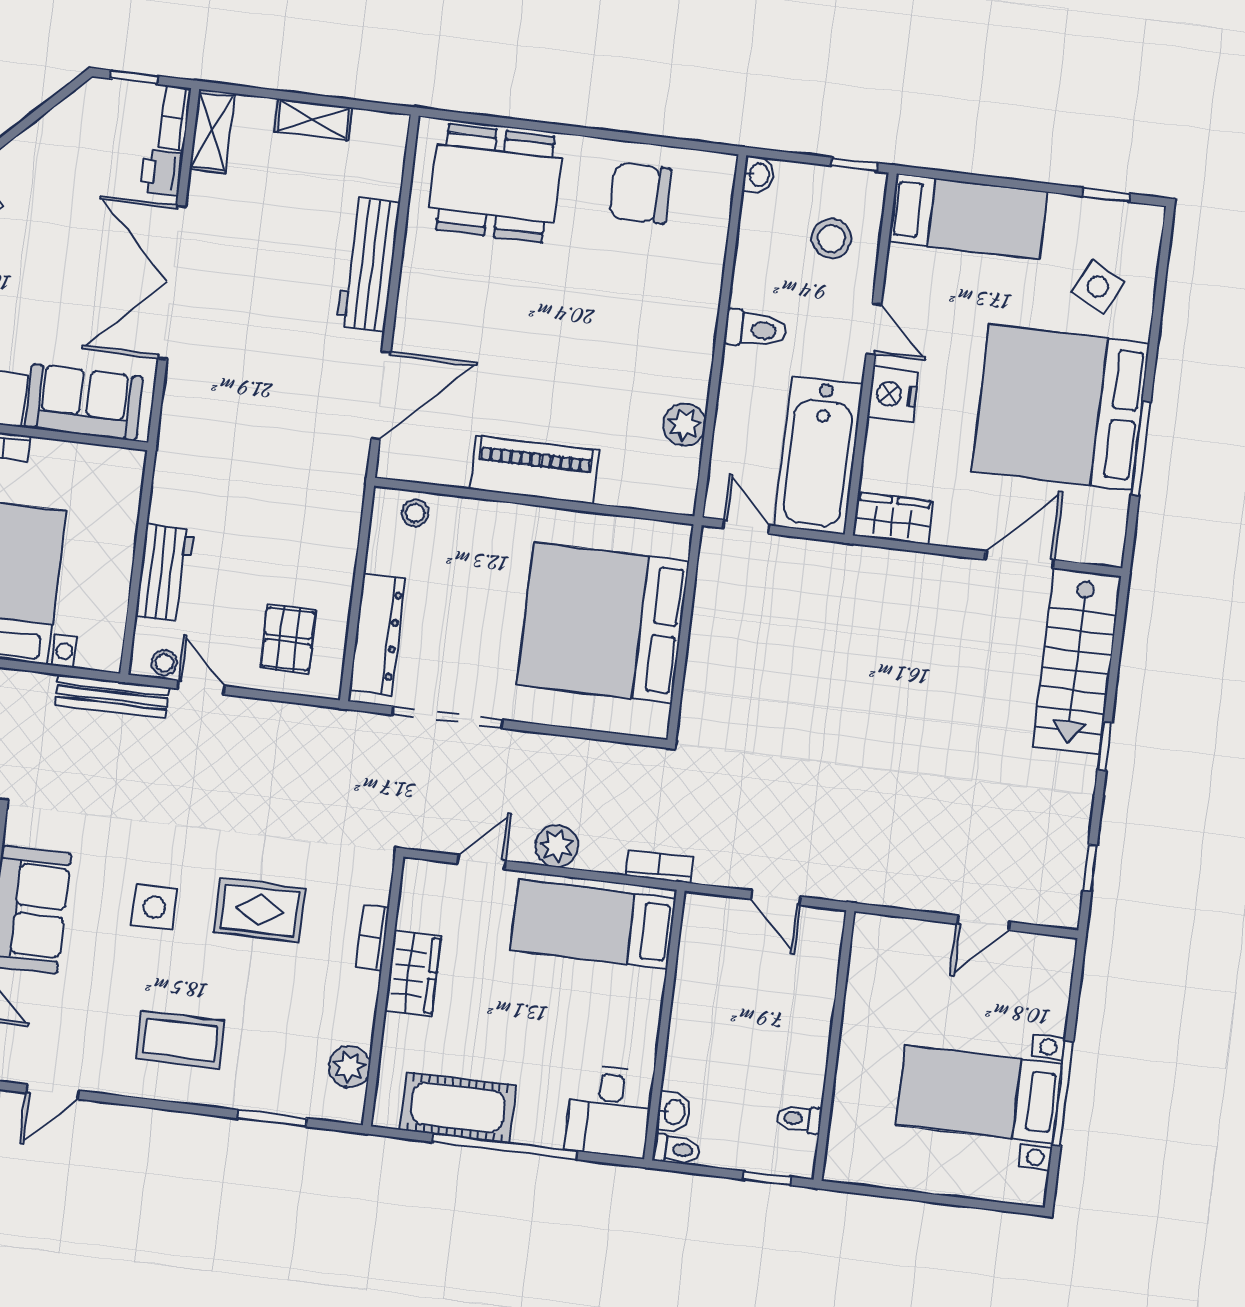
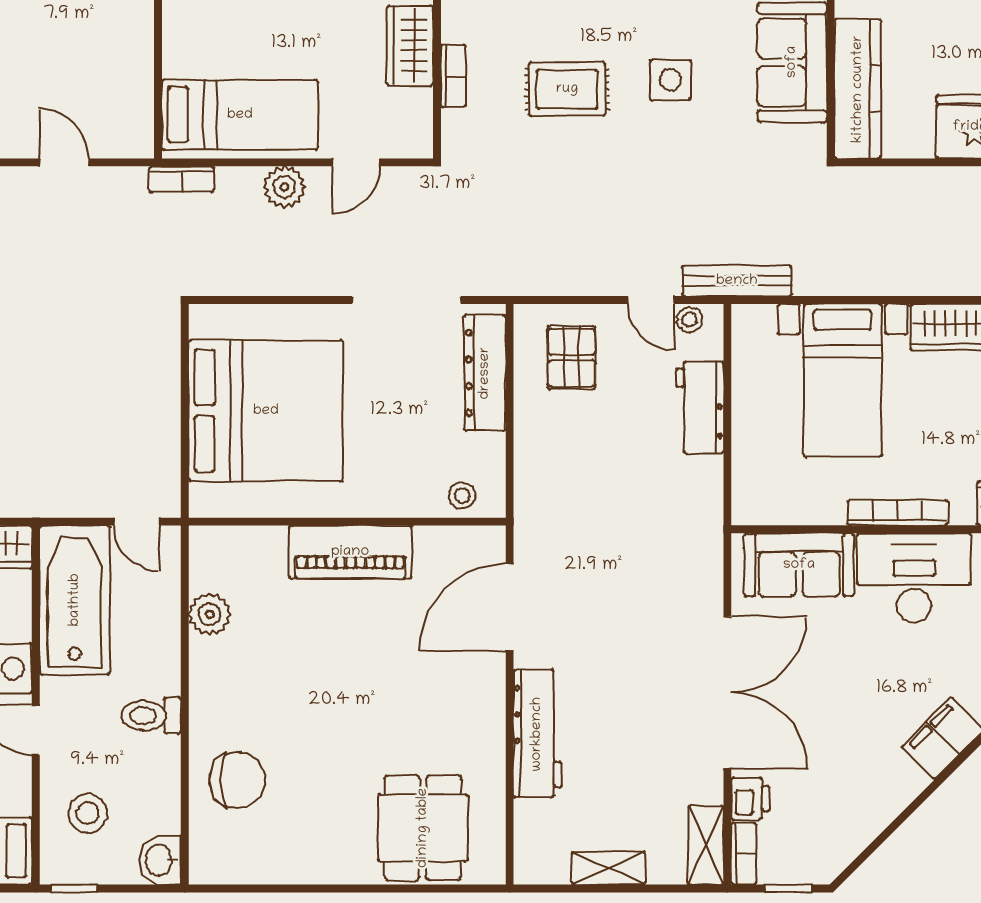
washbasin: (758, 175) -> (160, 860), width x1.38, depth x1.45
dining table: (495, 183) -> (423, 828), width x0.73
chair: (640, 193) -> (237, 780), moved

